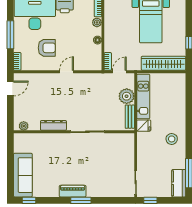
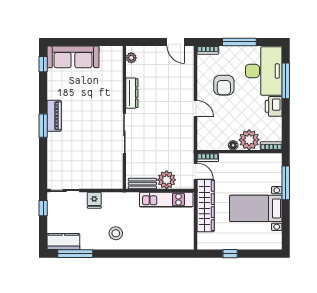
plant: (97, 22) -> (249, 140), width x1.88, depth x1.88
wardrobe: (164, 63) -> (206, 206), moved
fridge: (144, 126) -> (94, 200), moved

